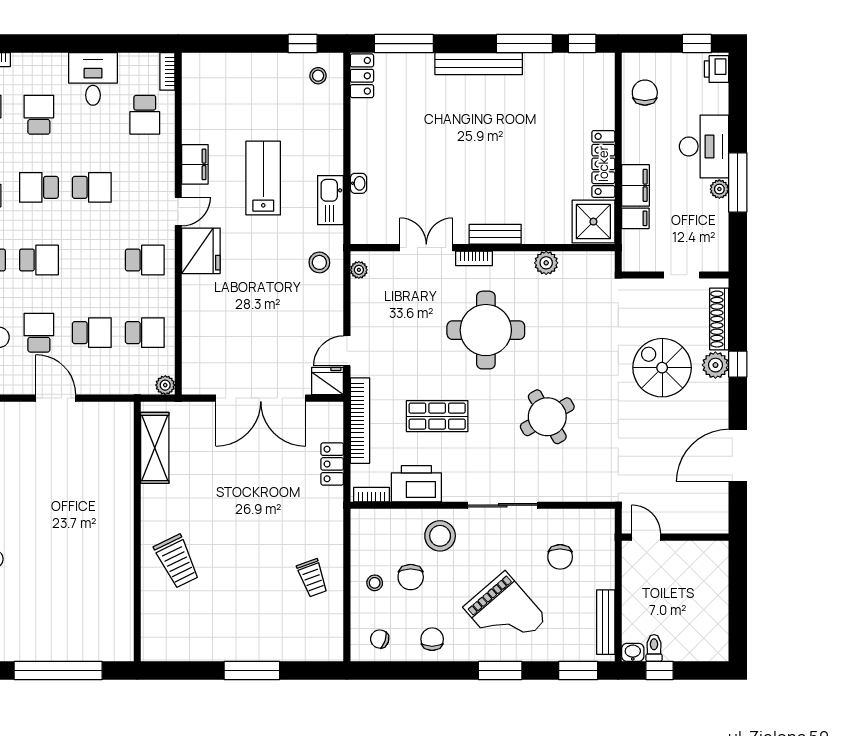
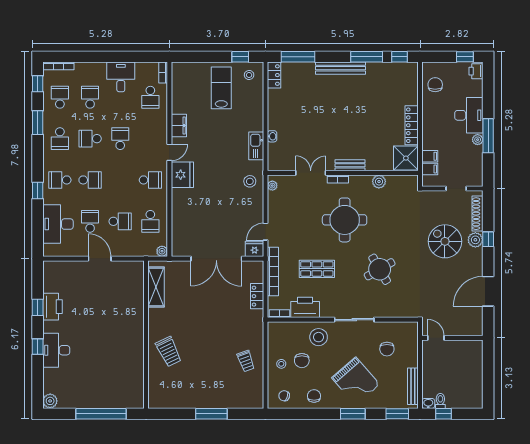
lab bench: (263, 178) -> (221, 88), moved
filing cabinet: (635, 185) -> (430, 169), moved, width x0.50
school desk: (92, 187) -> (120, 139), turned -90
school desk: (145, 333) -> (150, 221), turned 90

